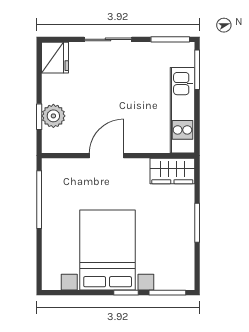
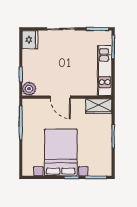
plant: (53, 116) -> (29, 89), moved
door: (107, 156) -> (60, 97), swing flipped

